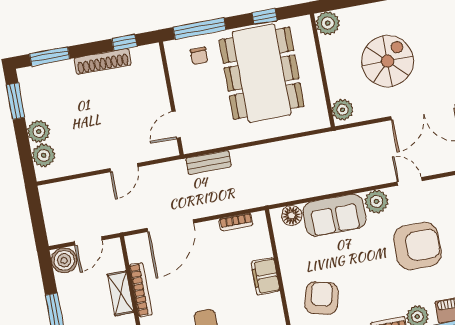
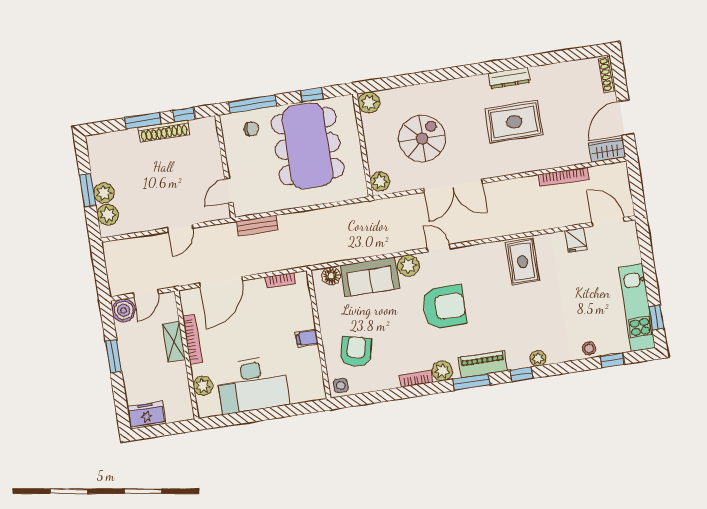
window: (50, 56) -> (143, 121), moved
chair: (199, 56) -> (251, 129), turned -90
window: (15, 101) -> (88, 190), moved
filing cabinet: (265, 276) -> (307, 338), width x0.50

